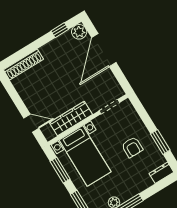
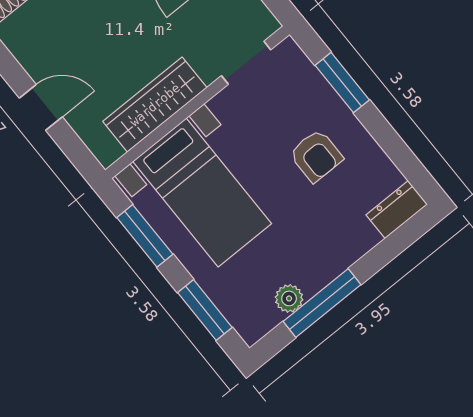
door: (31, 123) -> (41, 107), moved
window: (160, 142) -> (342, 83), moved

